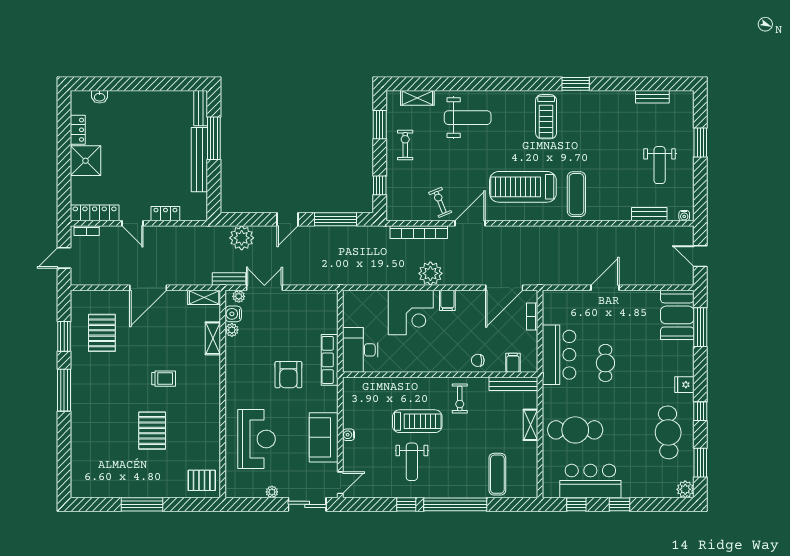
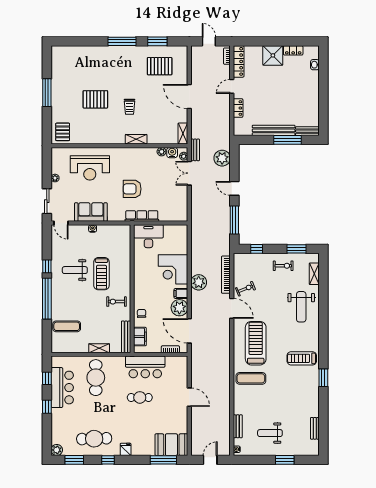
double door: (264, 288) -> (189, 173), swing flipped
plant: (469, 303) -> (179, 308), added
shelving: (213, 338) -> (136, 139), moved
filing cabinet: (513, 363) -> (140, 337), width x2.00

